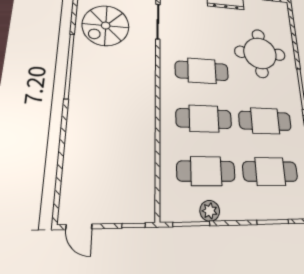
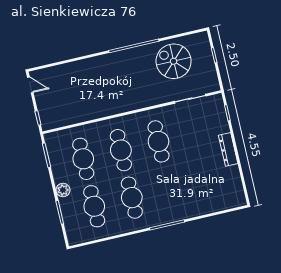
round table: (260, 53) -> (189, 186), removed
plant: (210, 211) -> (63, 190), moved
door: (79, 227) -> (30, 85), swing flipped

